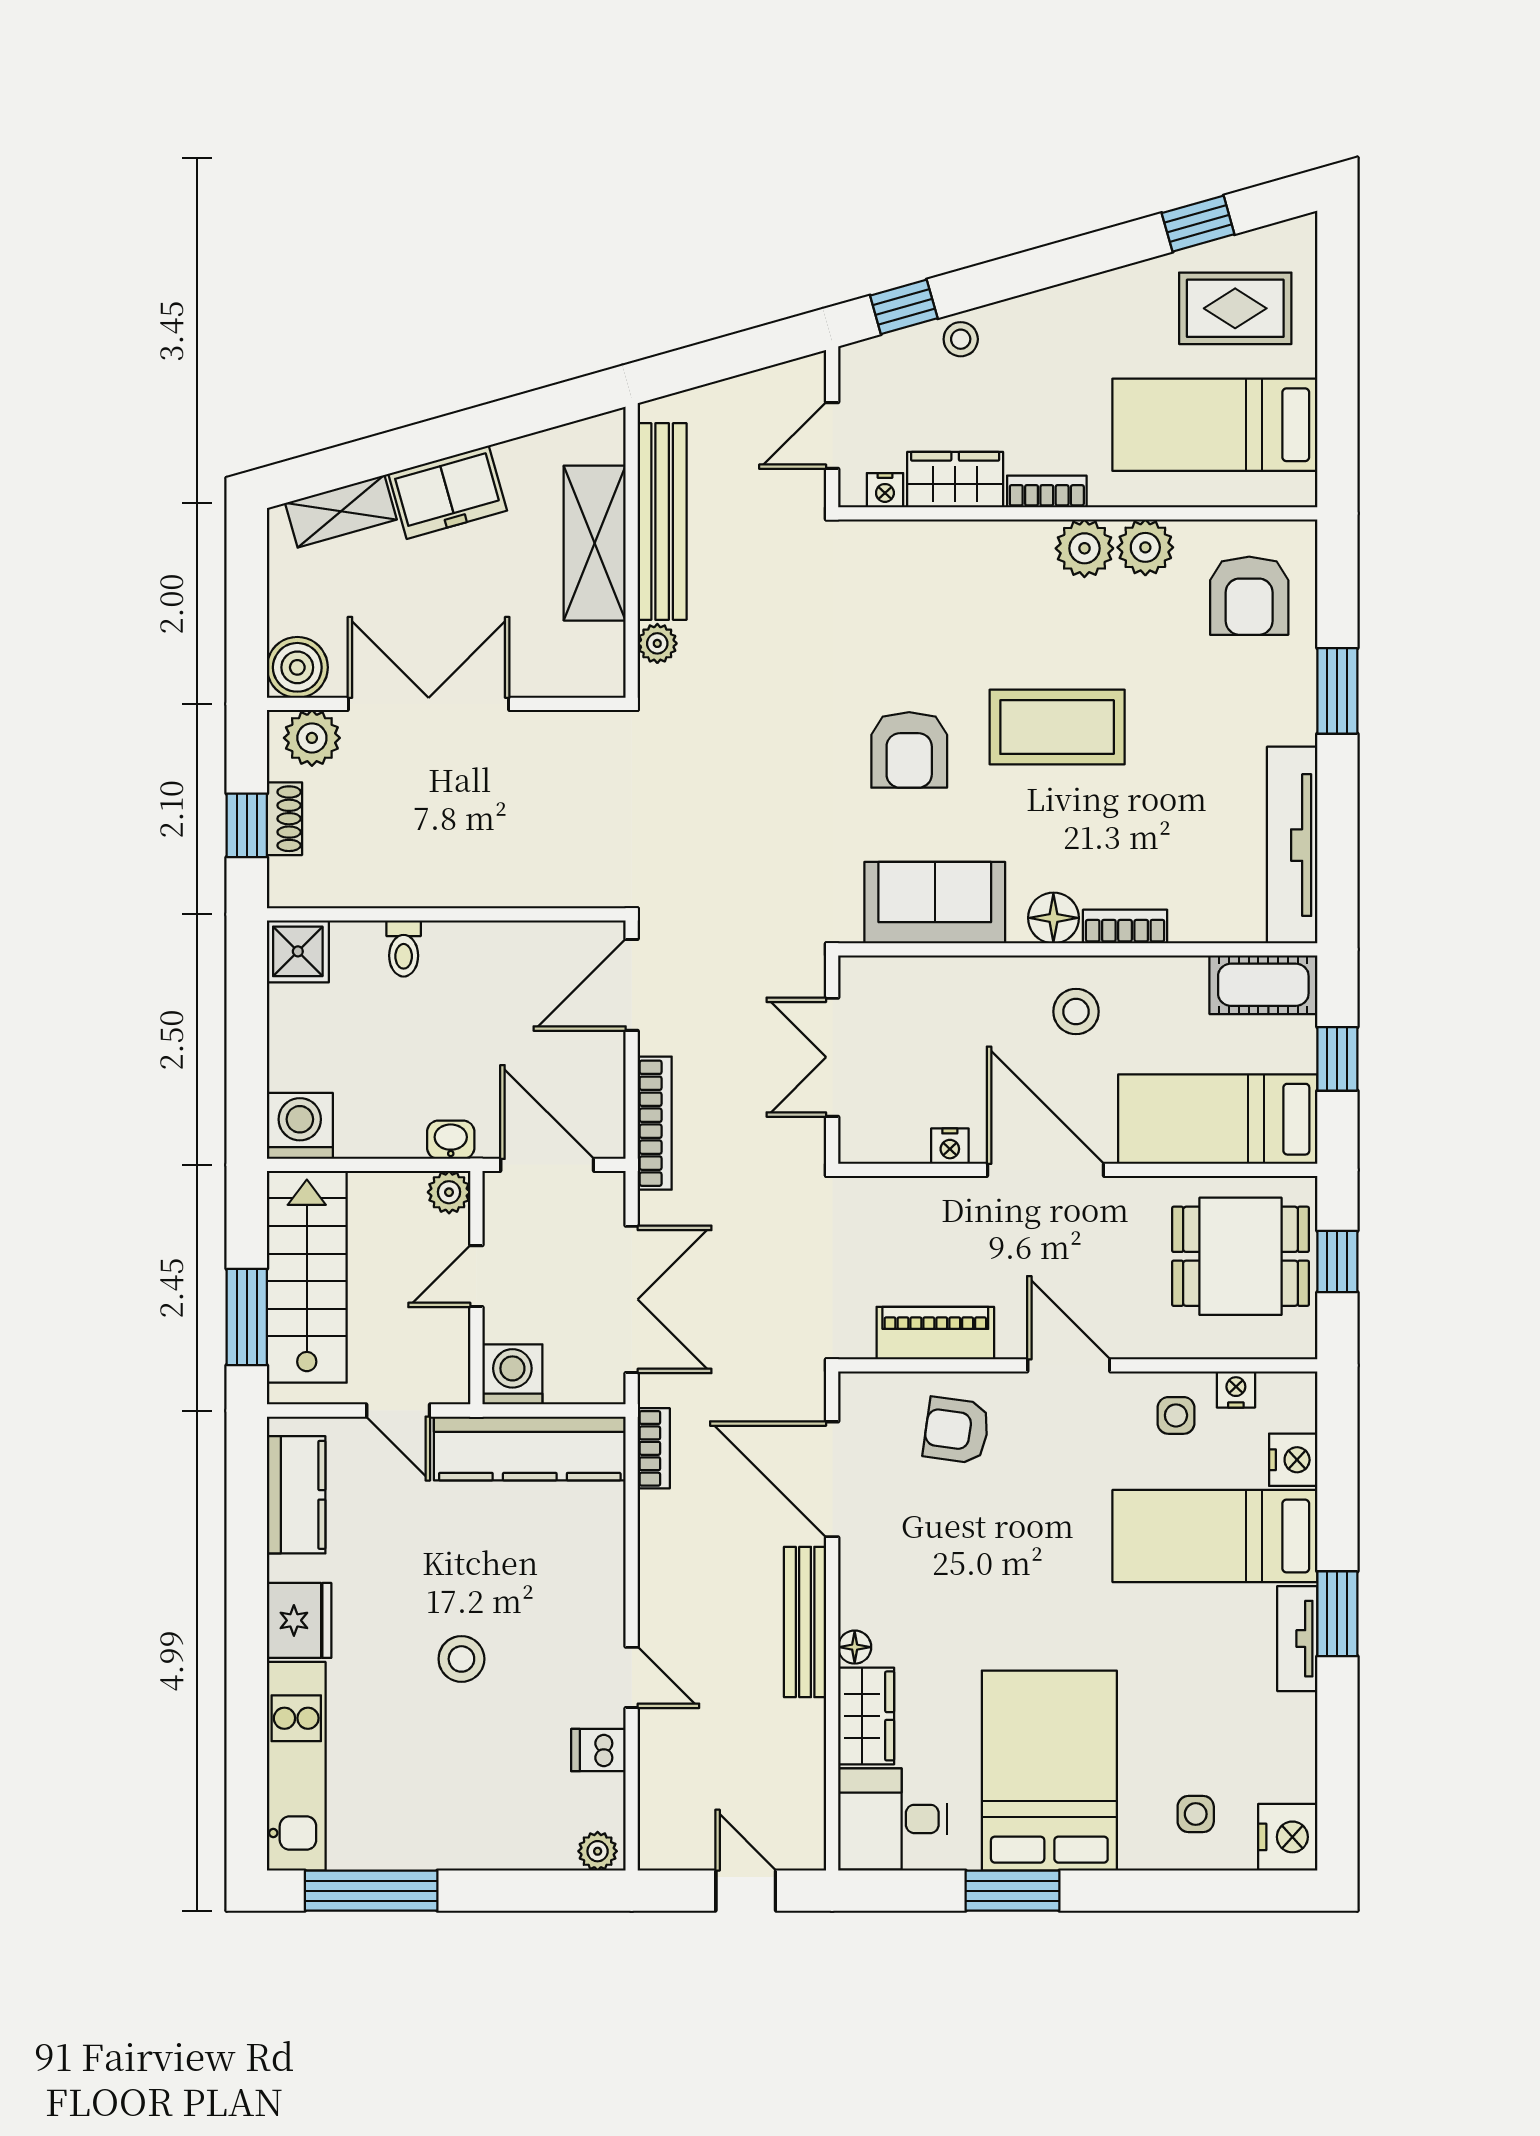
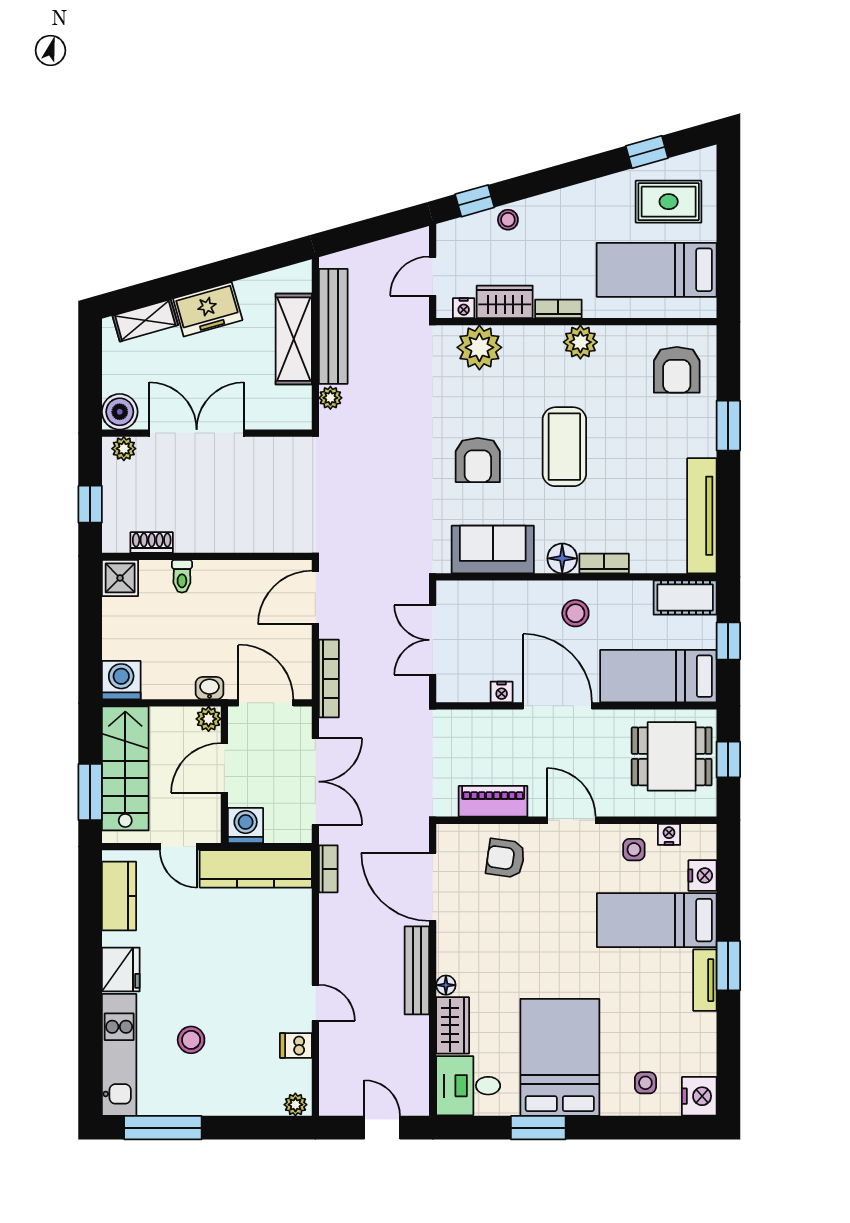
plant: (1145, 547) -> (479, 347), moved, width x1.36, depth x1.36
coffee table: (1057, 727) -> (564, 447), turned 90
plant: (312, 738) -> (124, 449), width x0.73, depth x0.73
shoe rack: (284, 819) -> (152, 542), moved, turned -90
door: (476, 1276) -> (224, 768), width x1.38
stool: (461, 1659) -> (191, 1040), moved

